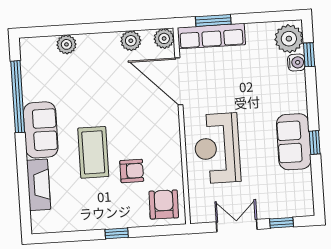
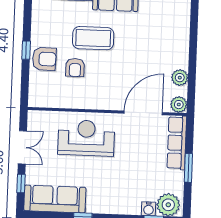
window: (213, 20) -> (188, 168), moved
plant: (66, 44) -> (182, 26), removed
sofa: (294, 142) -> (55, 199), moved, width x1.36
armchair: (164, 204) -> (44, 59), moved

